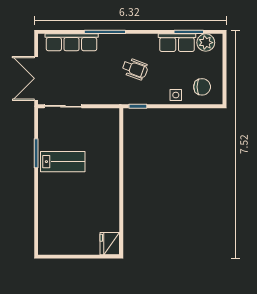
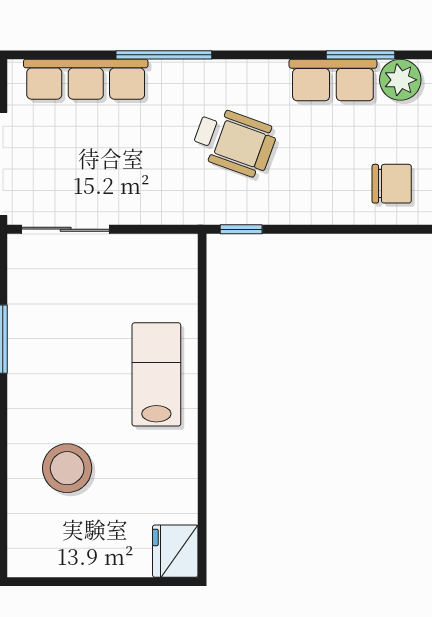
wheelchair: (135, 69) -> (234, 142), width x1.36, depth x1.37
side table: (176, 95) -> (330, 203), removed
lab bench: (63, 162) -> (156, 374), moved, turned -90
stool: (64, 208) -> (67, 468), added

